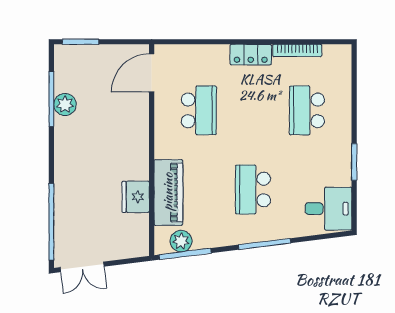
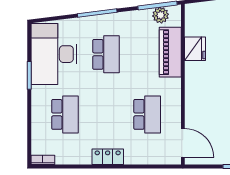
bookcase: (297, 50) -> (43, 160), moved, width x0.64
door: (152, 73) -> (183, 143), hinge flipped
school desk: (199, 110) -> (147, 114), turned 180
desk: (328, 209) -> (54, 54), width x1.87, depth x1.30

